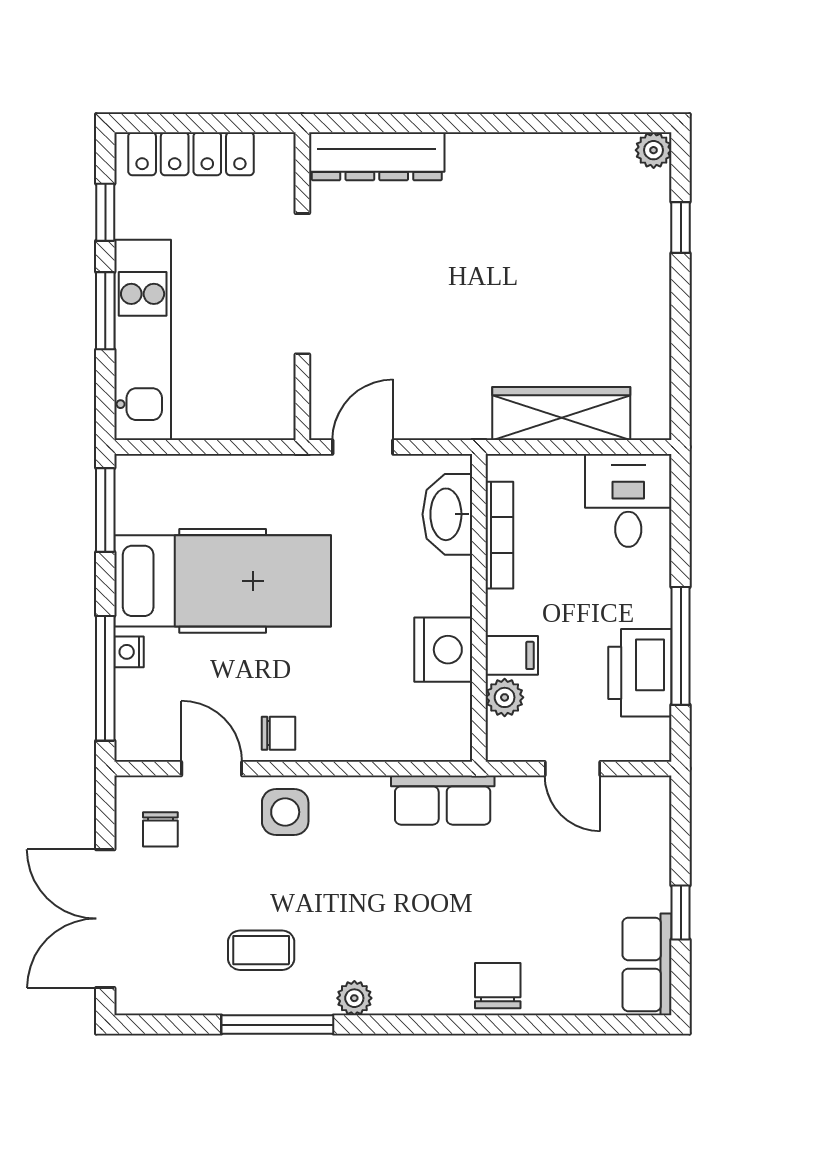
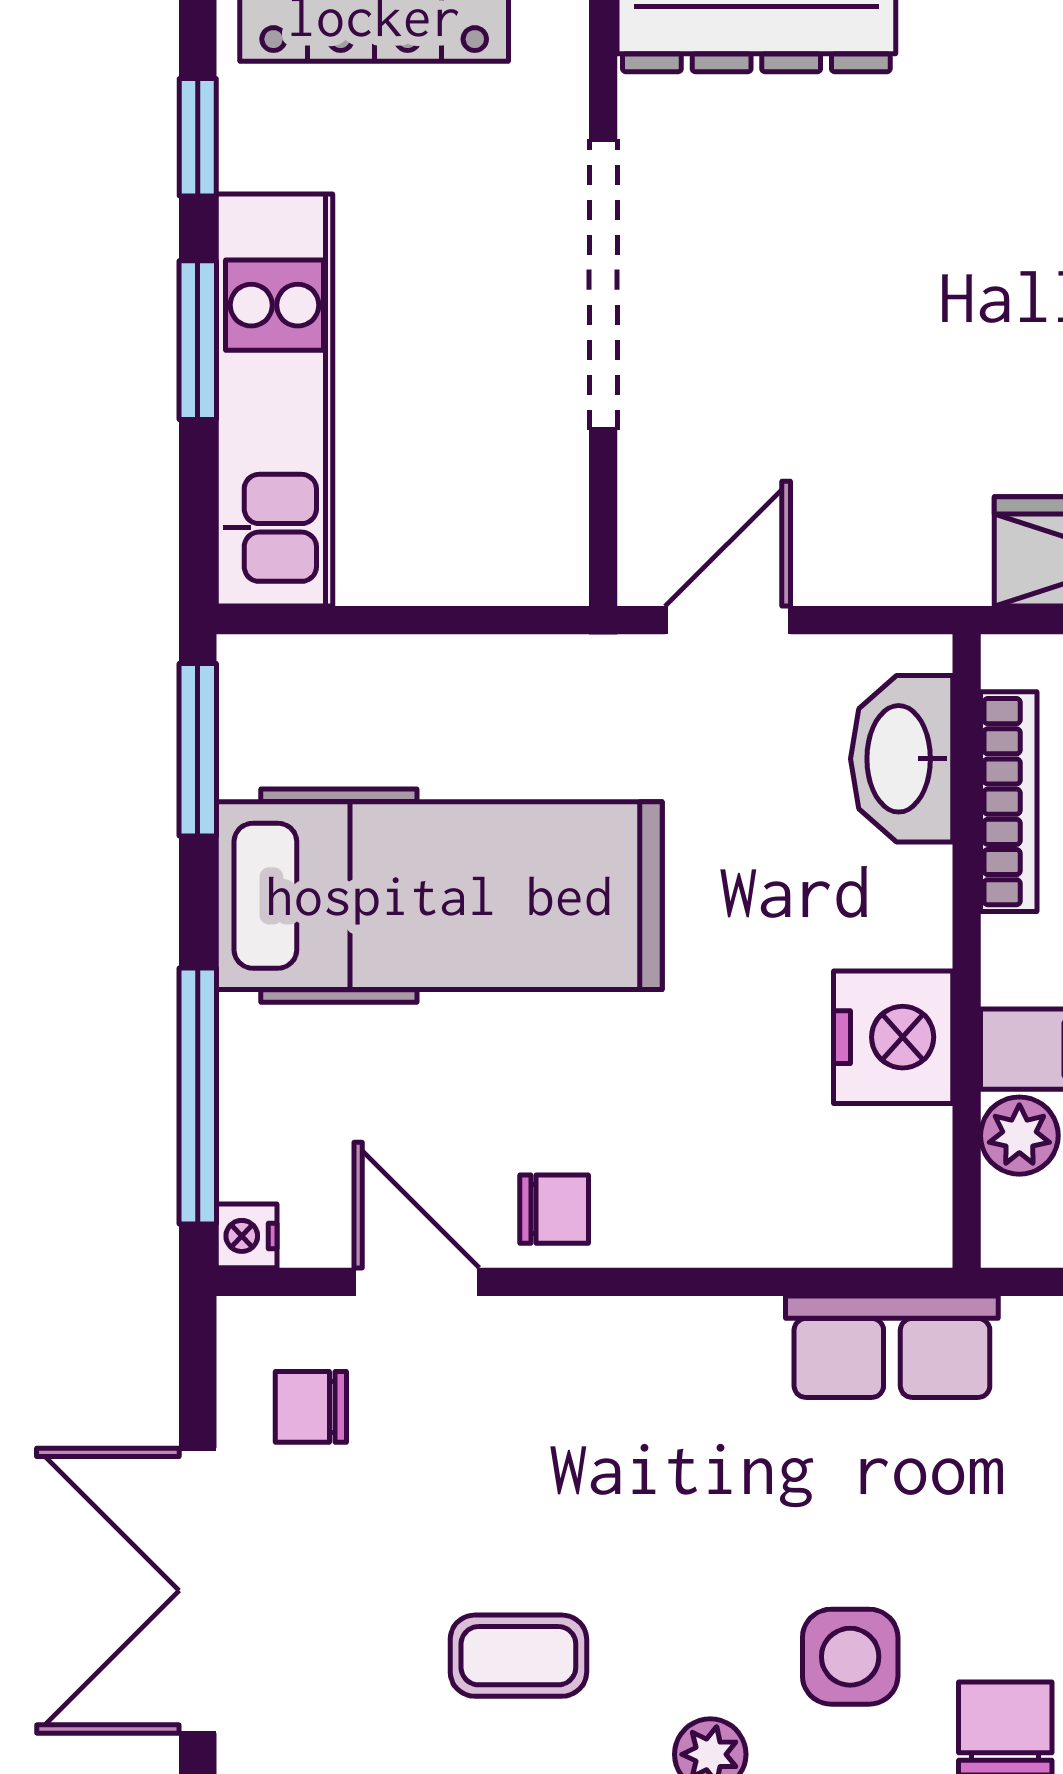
nightstand: (129, 652) -> (247, 1236), moved
side table: (285, 812) -> (850, 1657), moved
chair: (160, 829) -> (311, 1407), turned 90

